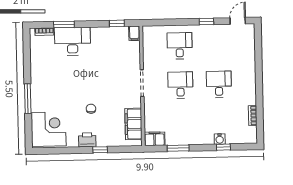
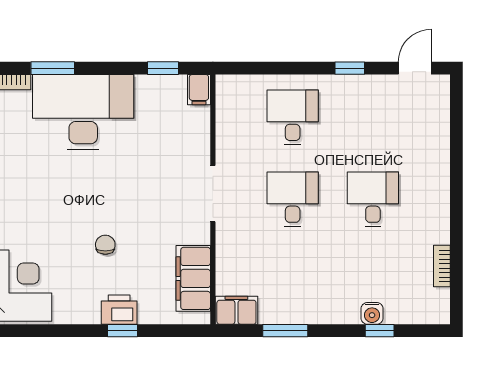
desk: (72, 41) -> (83, 112), width x1.36, depth x1.30
printer: (87, 140) -> (119, 310), moved

